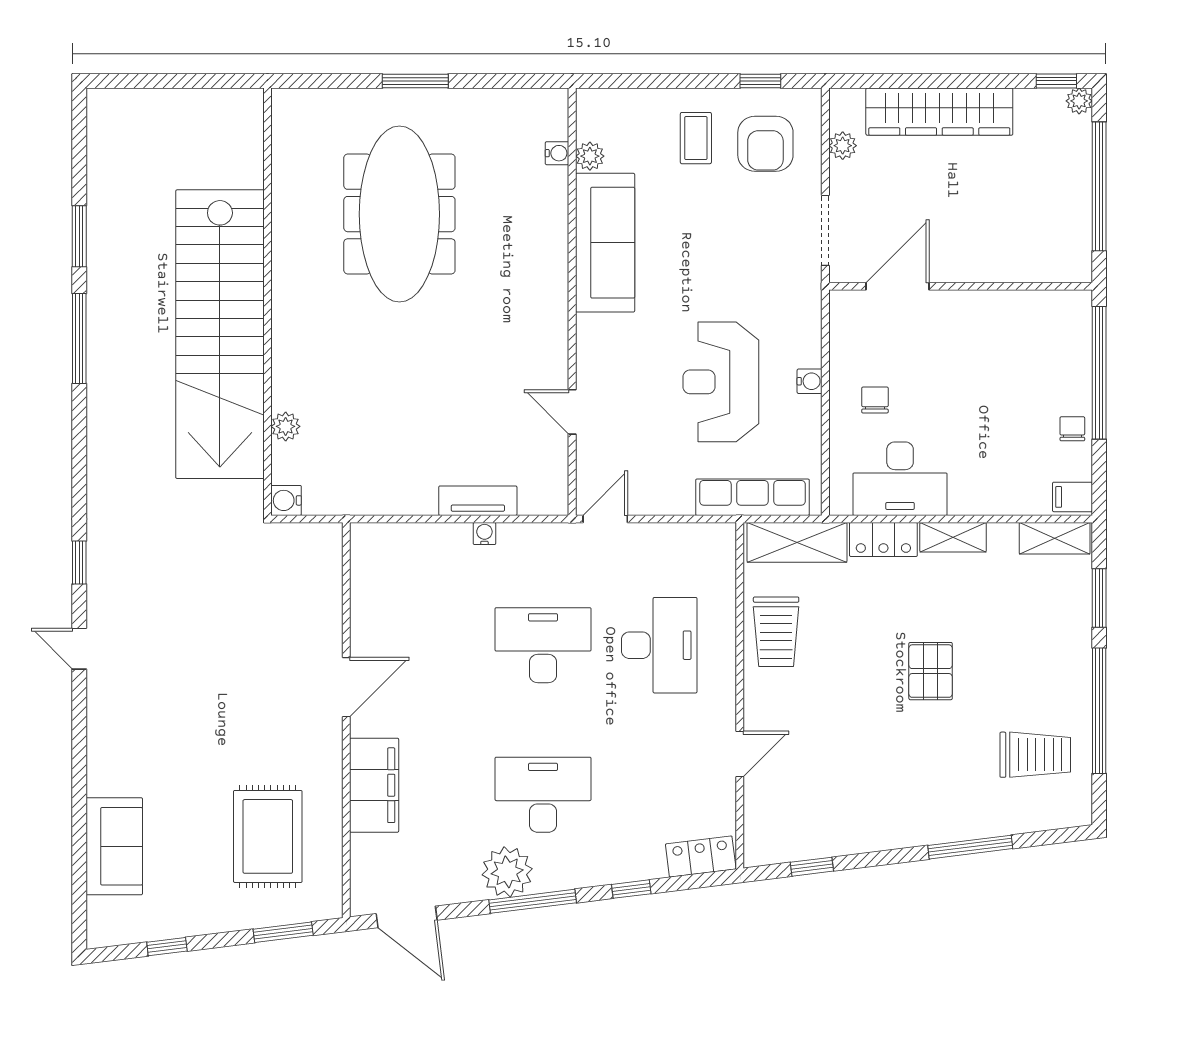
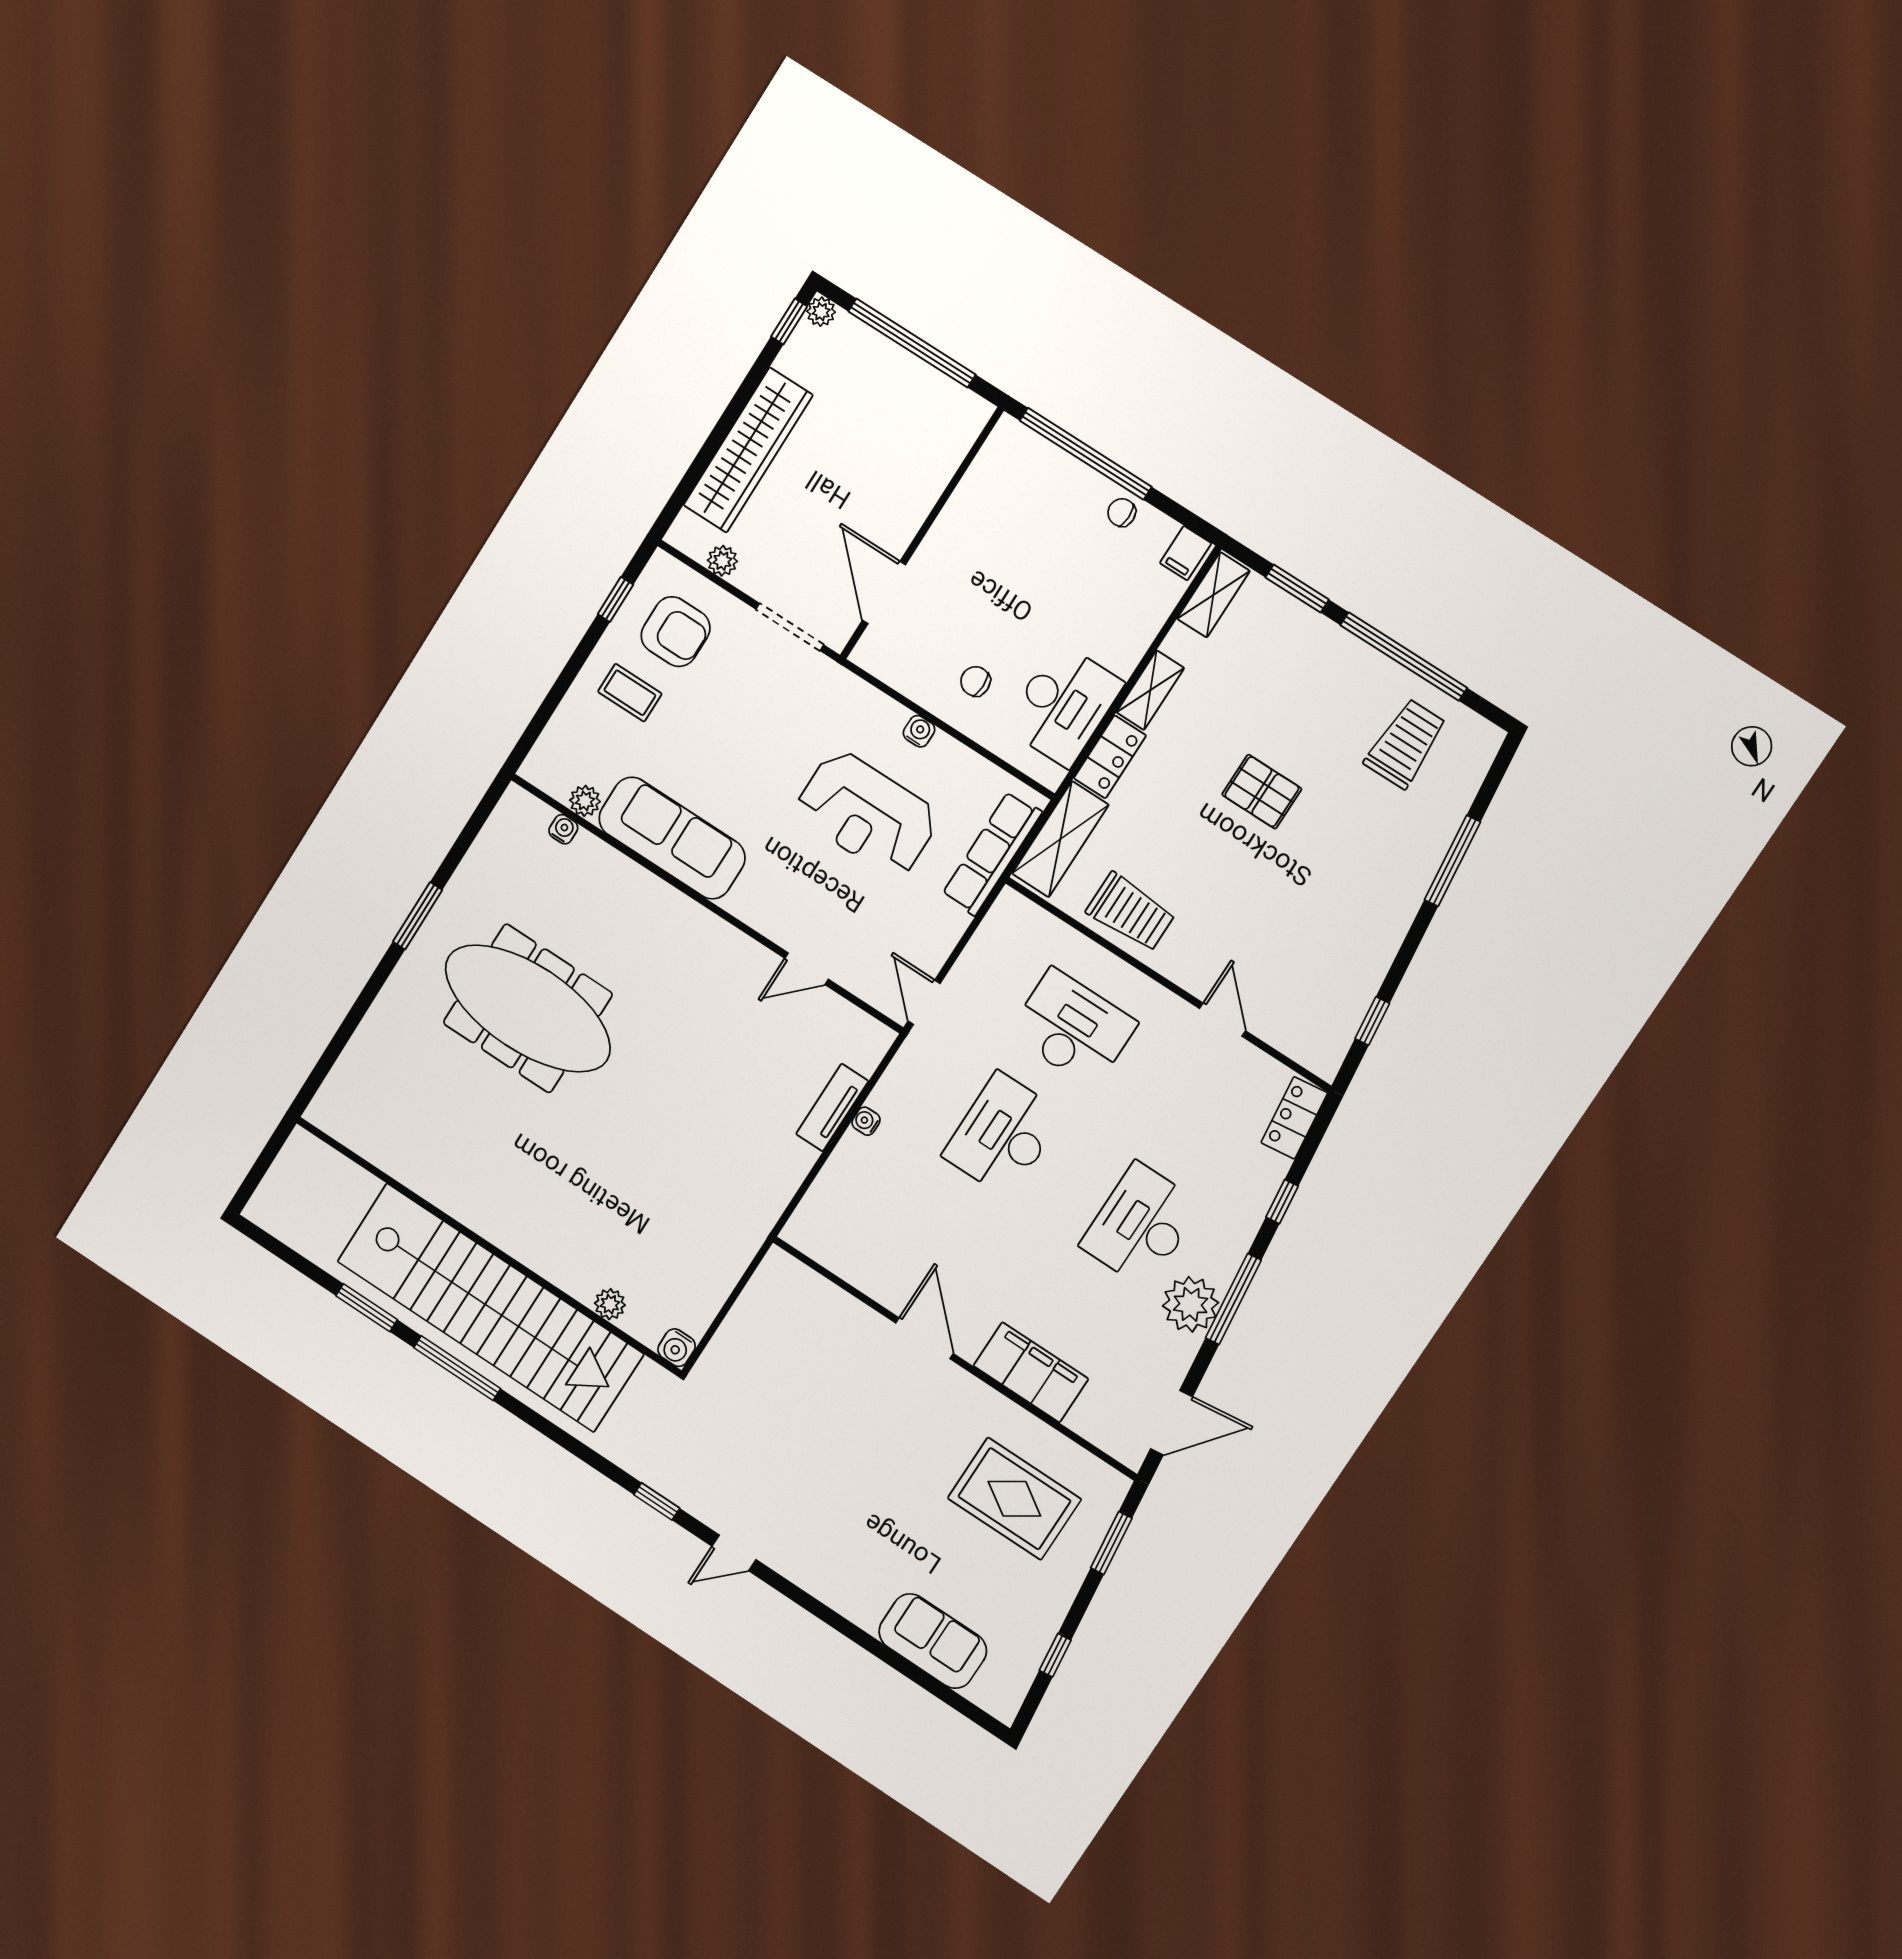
wall: (268, 302) -> (488, 1246), moved
stairs: (220, 334) -> (490, 1308), moved
plant: (286, 426) -> (610, 1304), moved
water cooler: (286, 500) -> (677, 1348), moved

